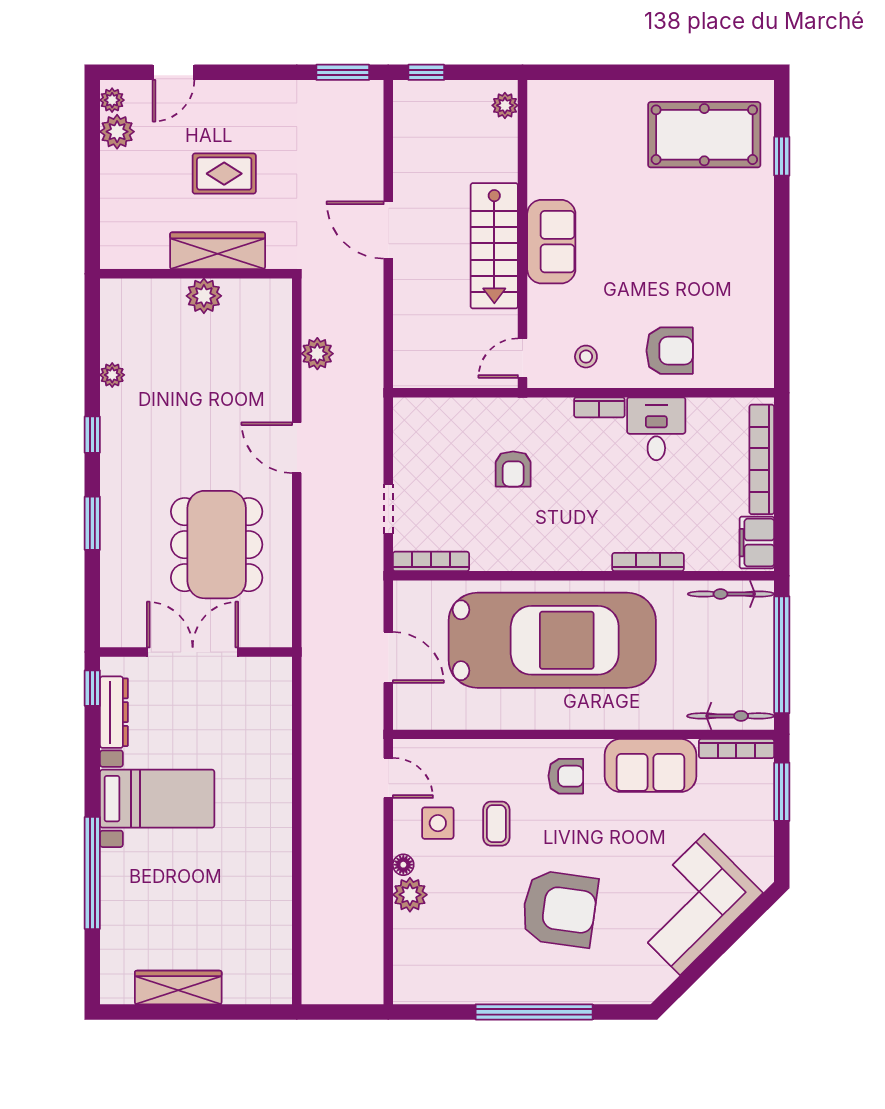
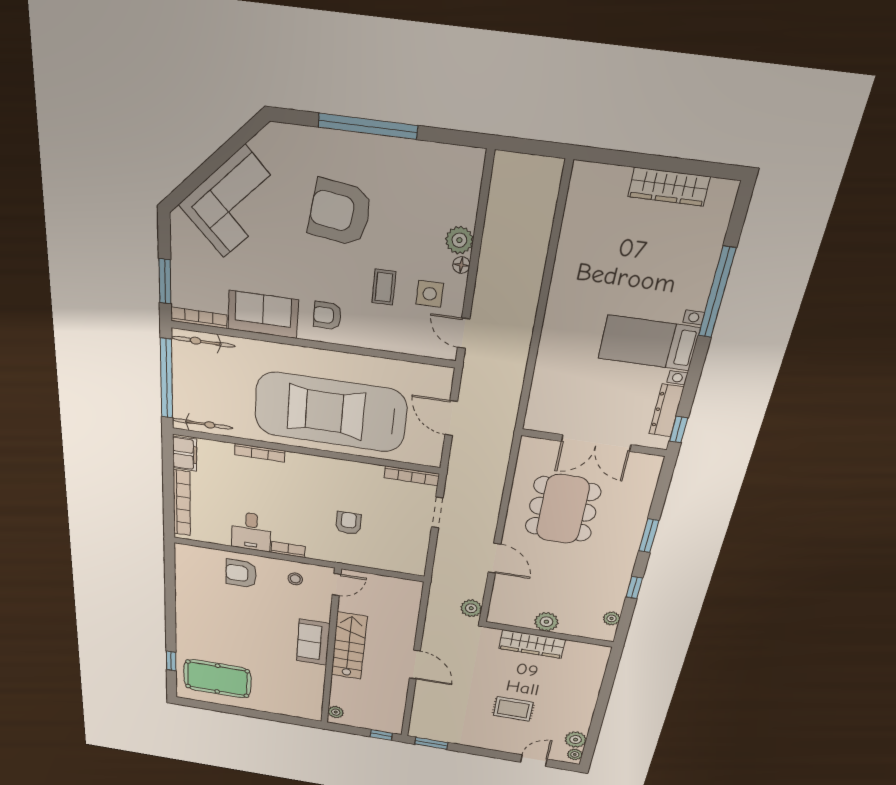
wardrobe: (218, 251) -> (532, 644), moved
wall: (196, 274) -> (549, 634), moved
plant: (204, 296) -> (546, 622), moved

